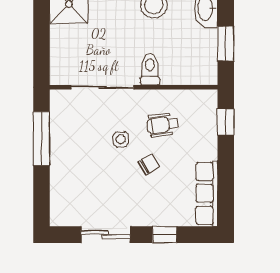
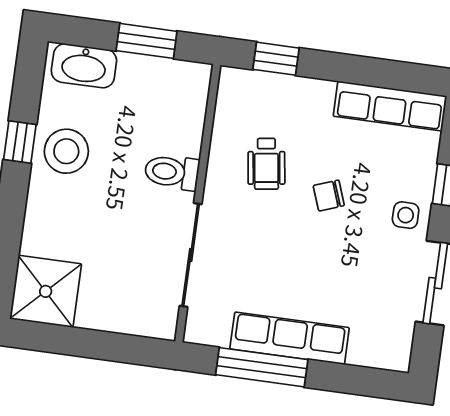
side table: (121, 139) -> (406, 215), moved
row of seats: (61, 153) -> (290, 338), added
chair: (149, 164) -> (329, 196), turned -80

